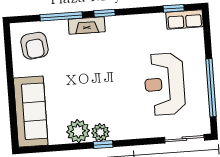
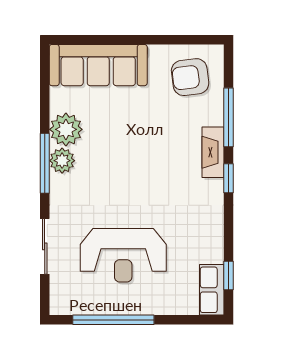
reception desk: (165, 84) -> (123, 255), turned 180
sliding door: (184, 139) -> (45, 246), moved
window: (103, 145) -> (45, 163), width x2.17

